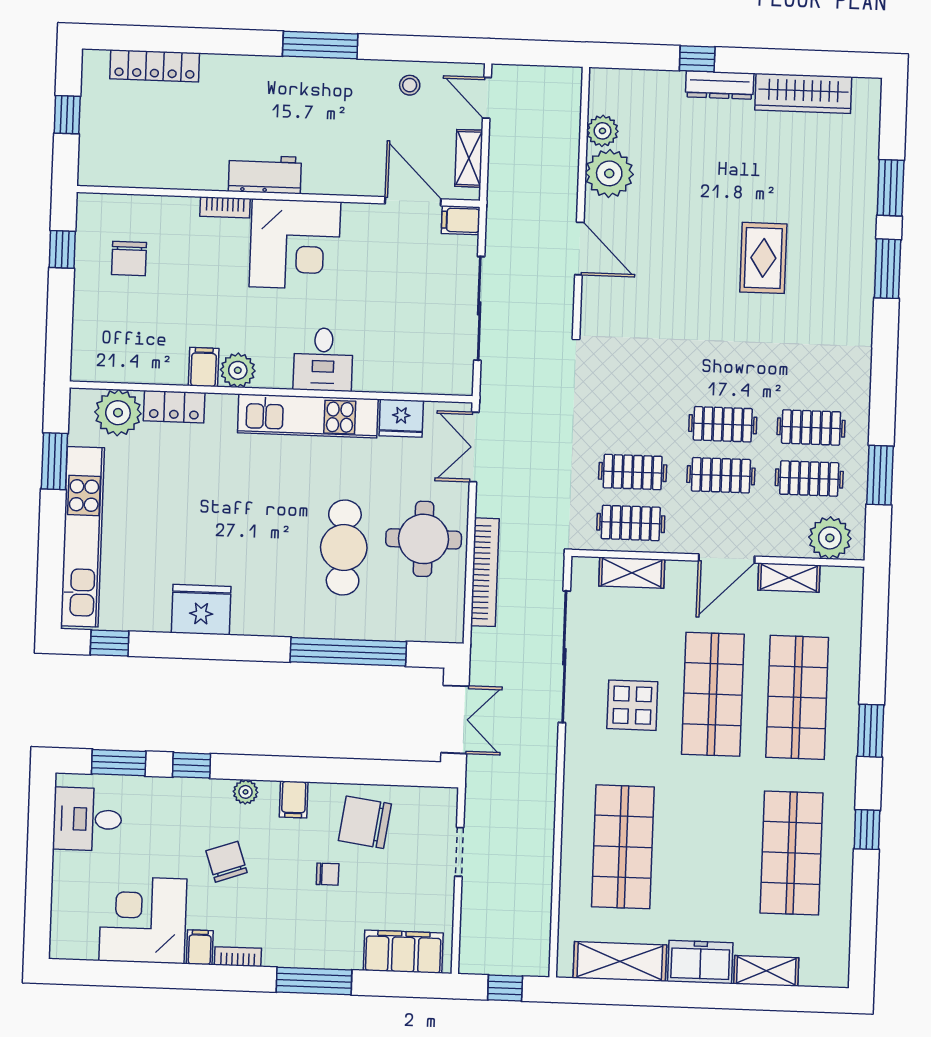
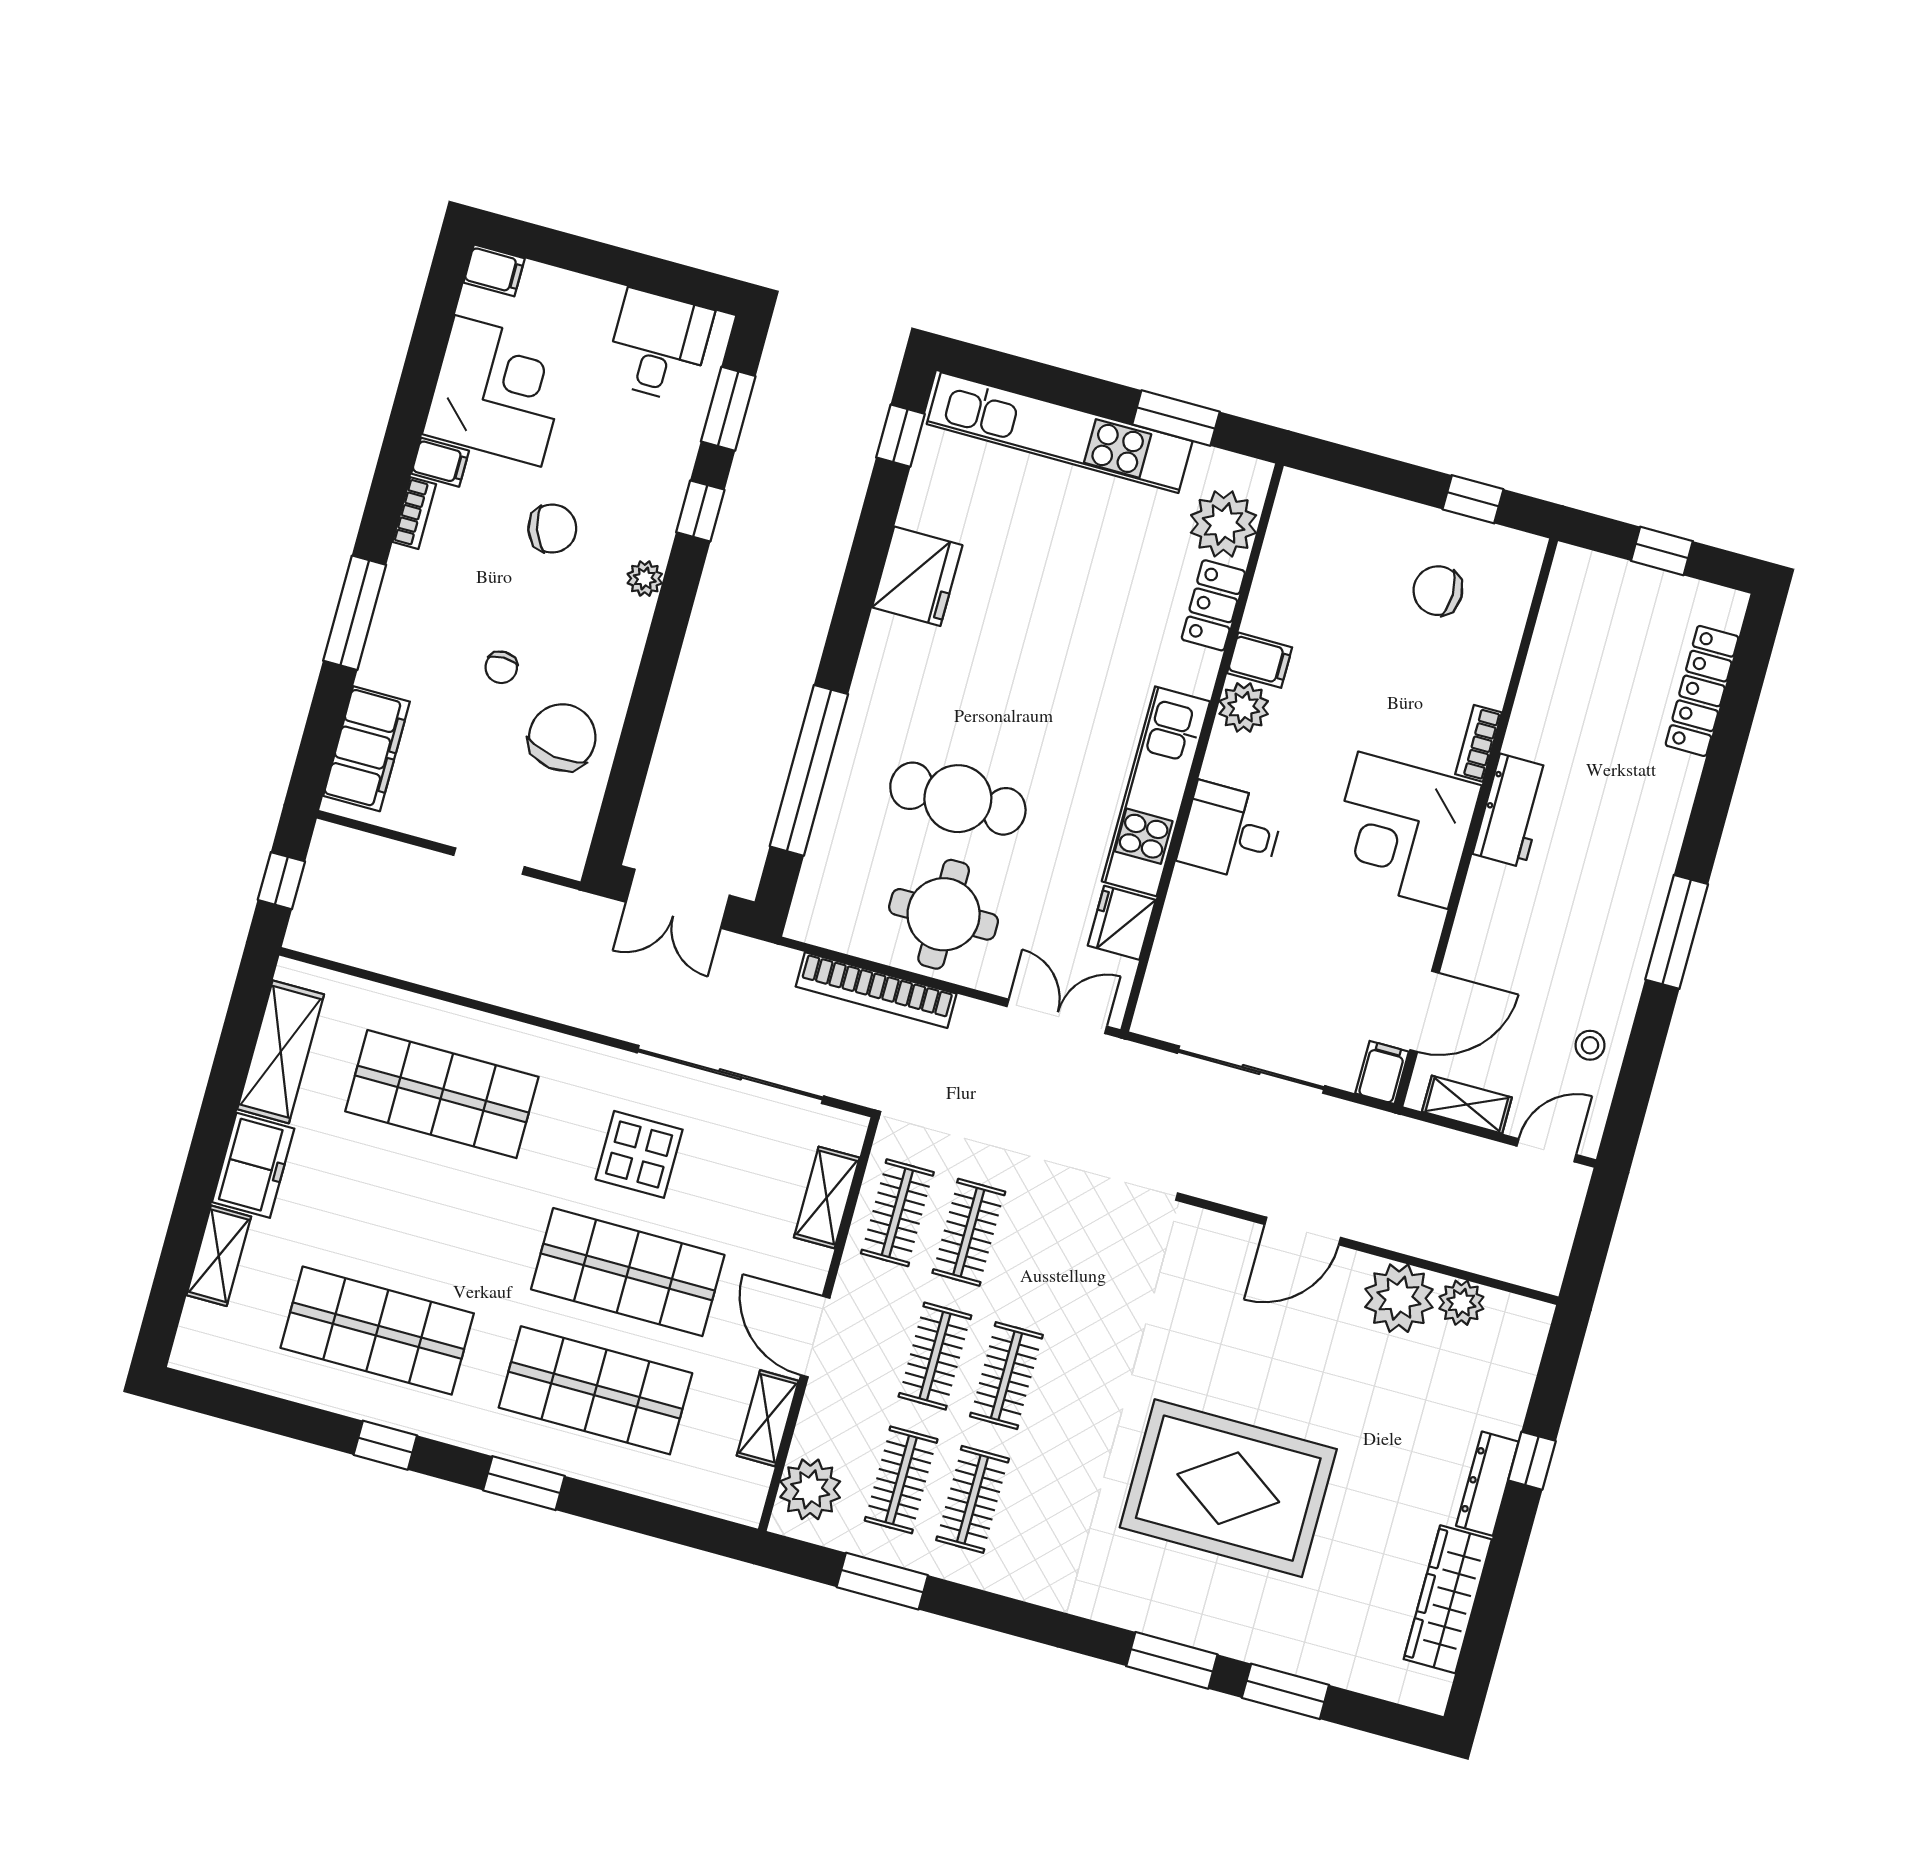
rug: (763, 258) -> (1228, 1488), width x1.86, depth x2.06
filing cabinet: (294, 799) -> (494, 270), moved, turned 180

